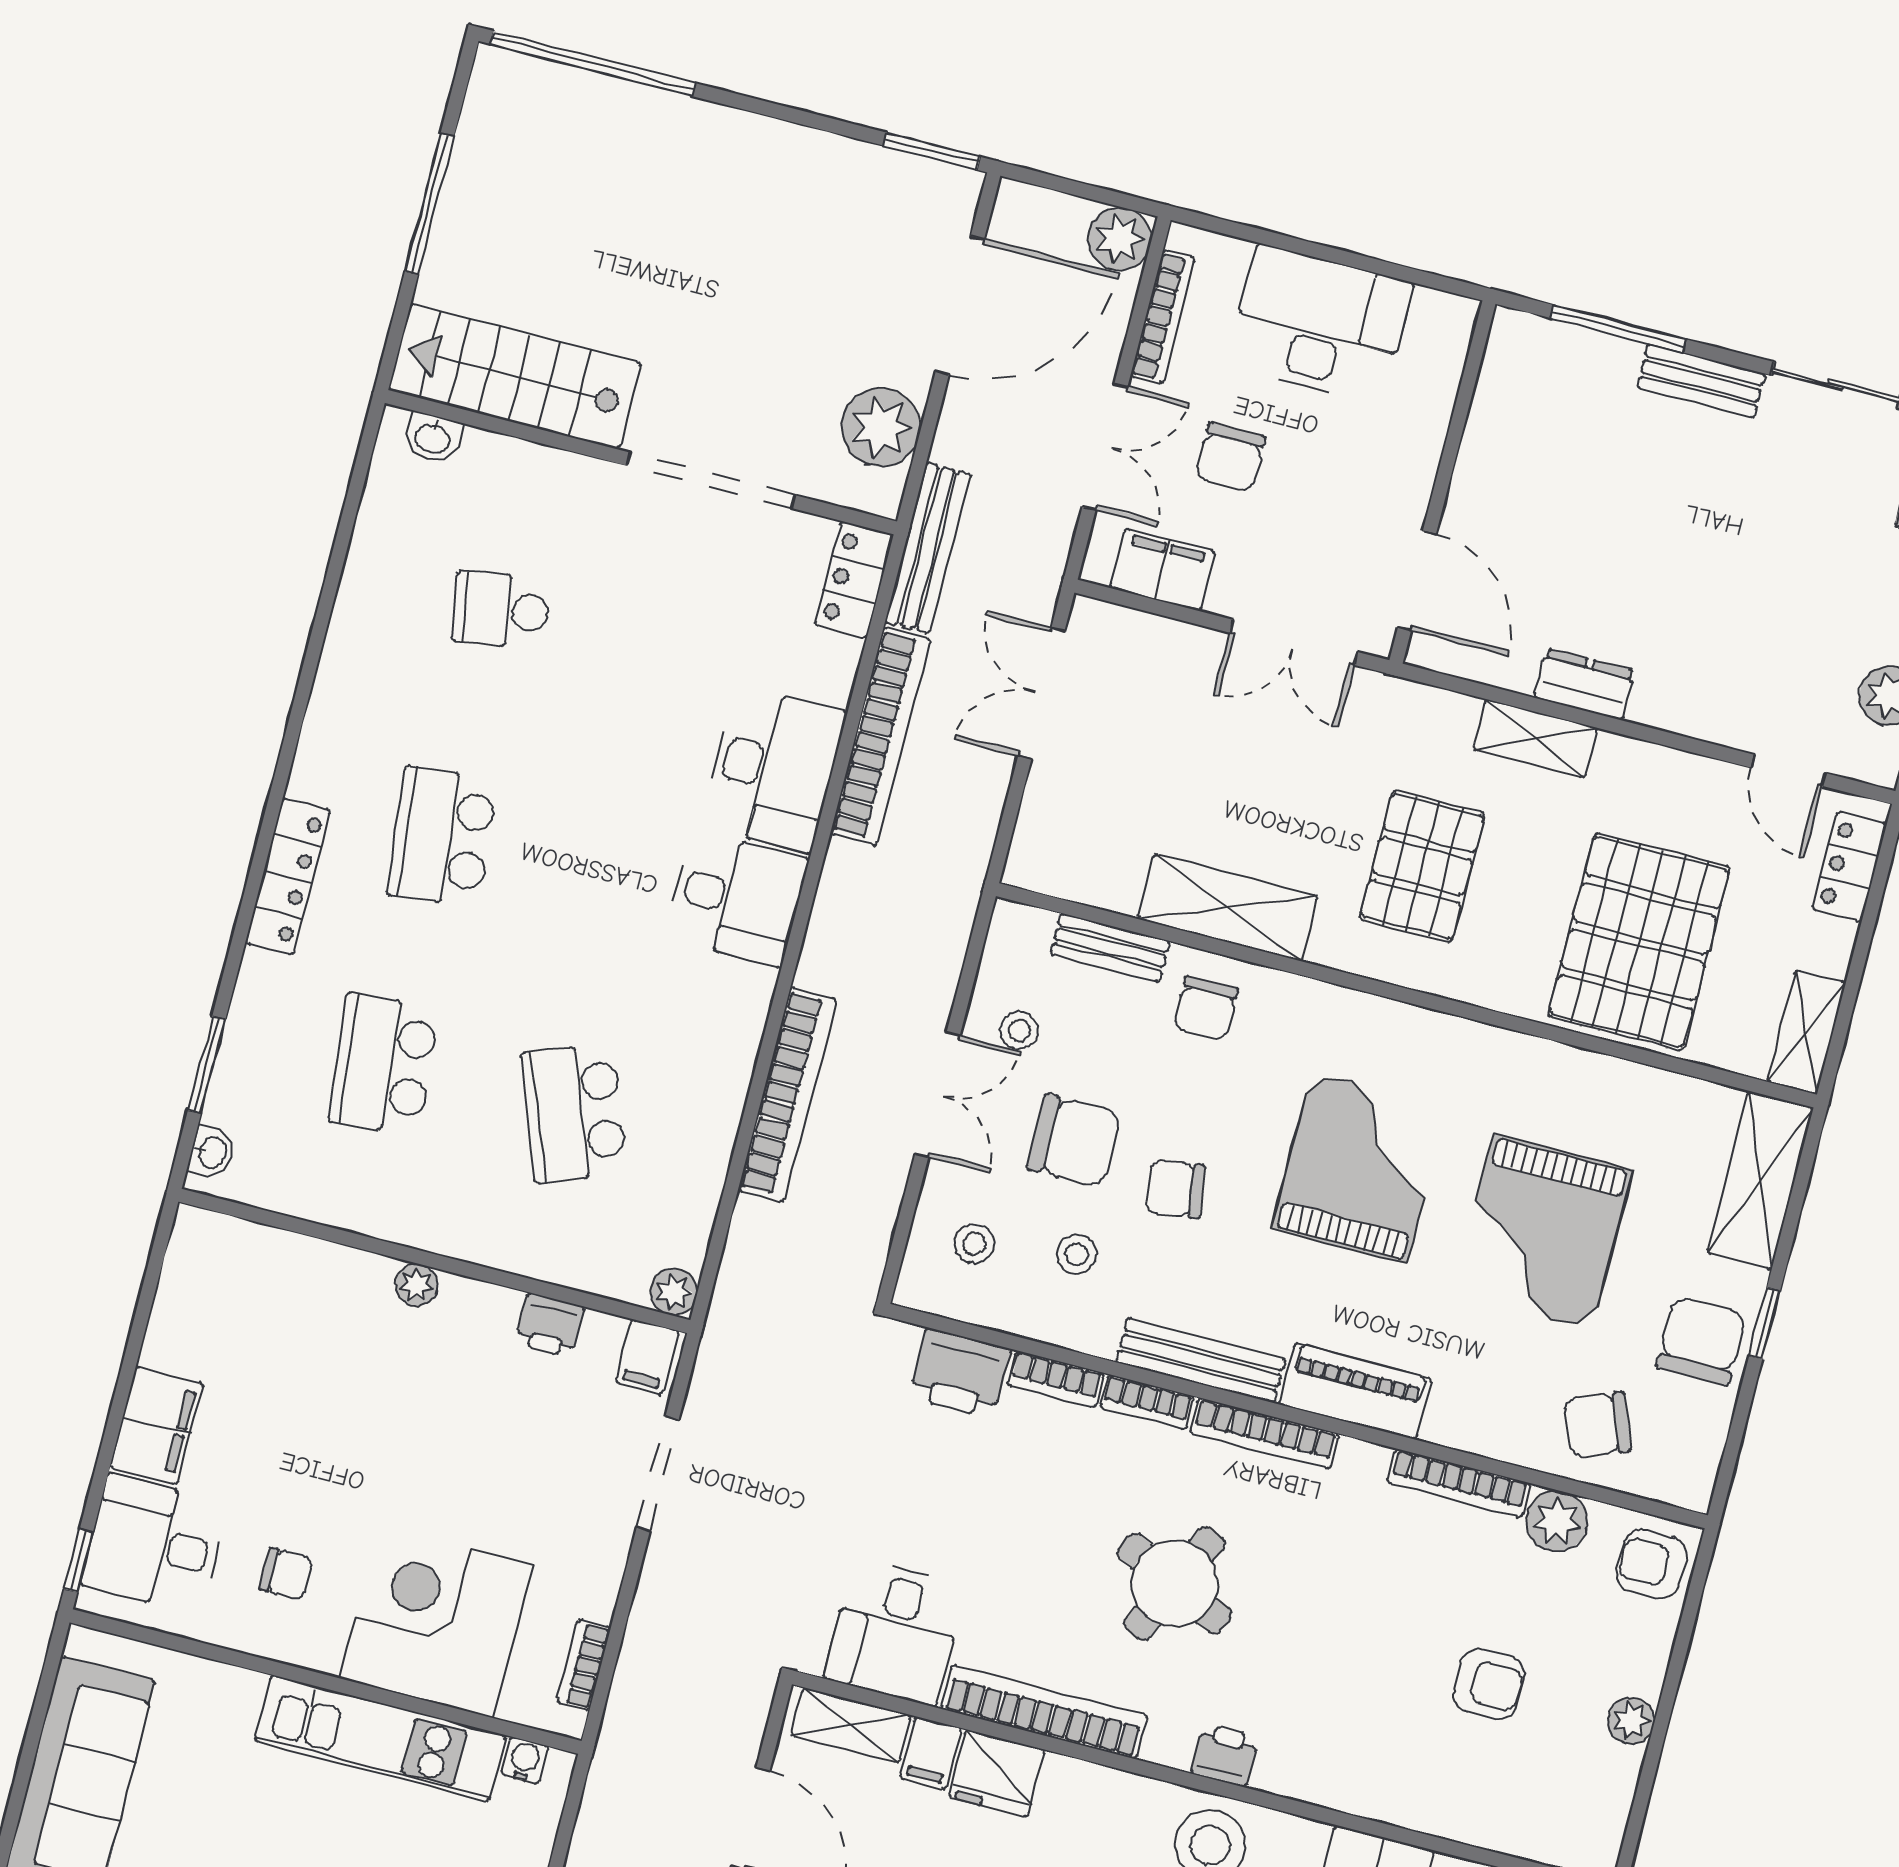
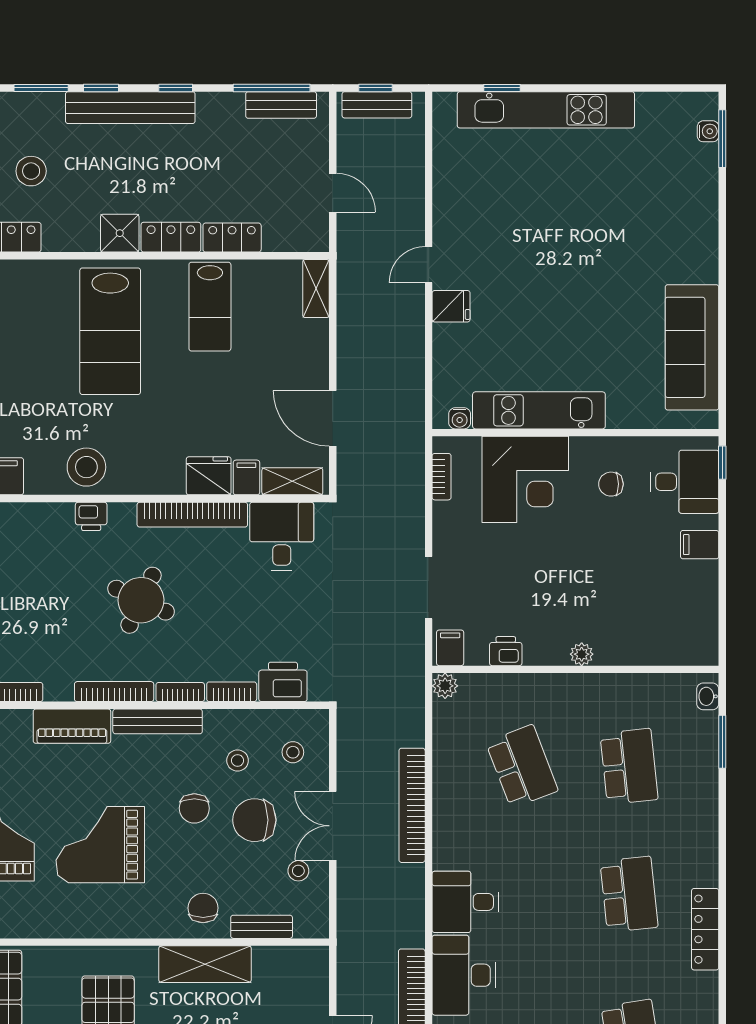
locker: (288, 876) -> (705, 929), moved
grand piano: (1359, 1168) -> (100, 845), turned 90
chair: (1175, 1189) -> (194, 808), turned 98
filing cabinet: (156, 1426) -> (700, 545), width x0.50

